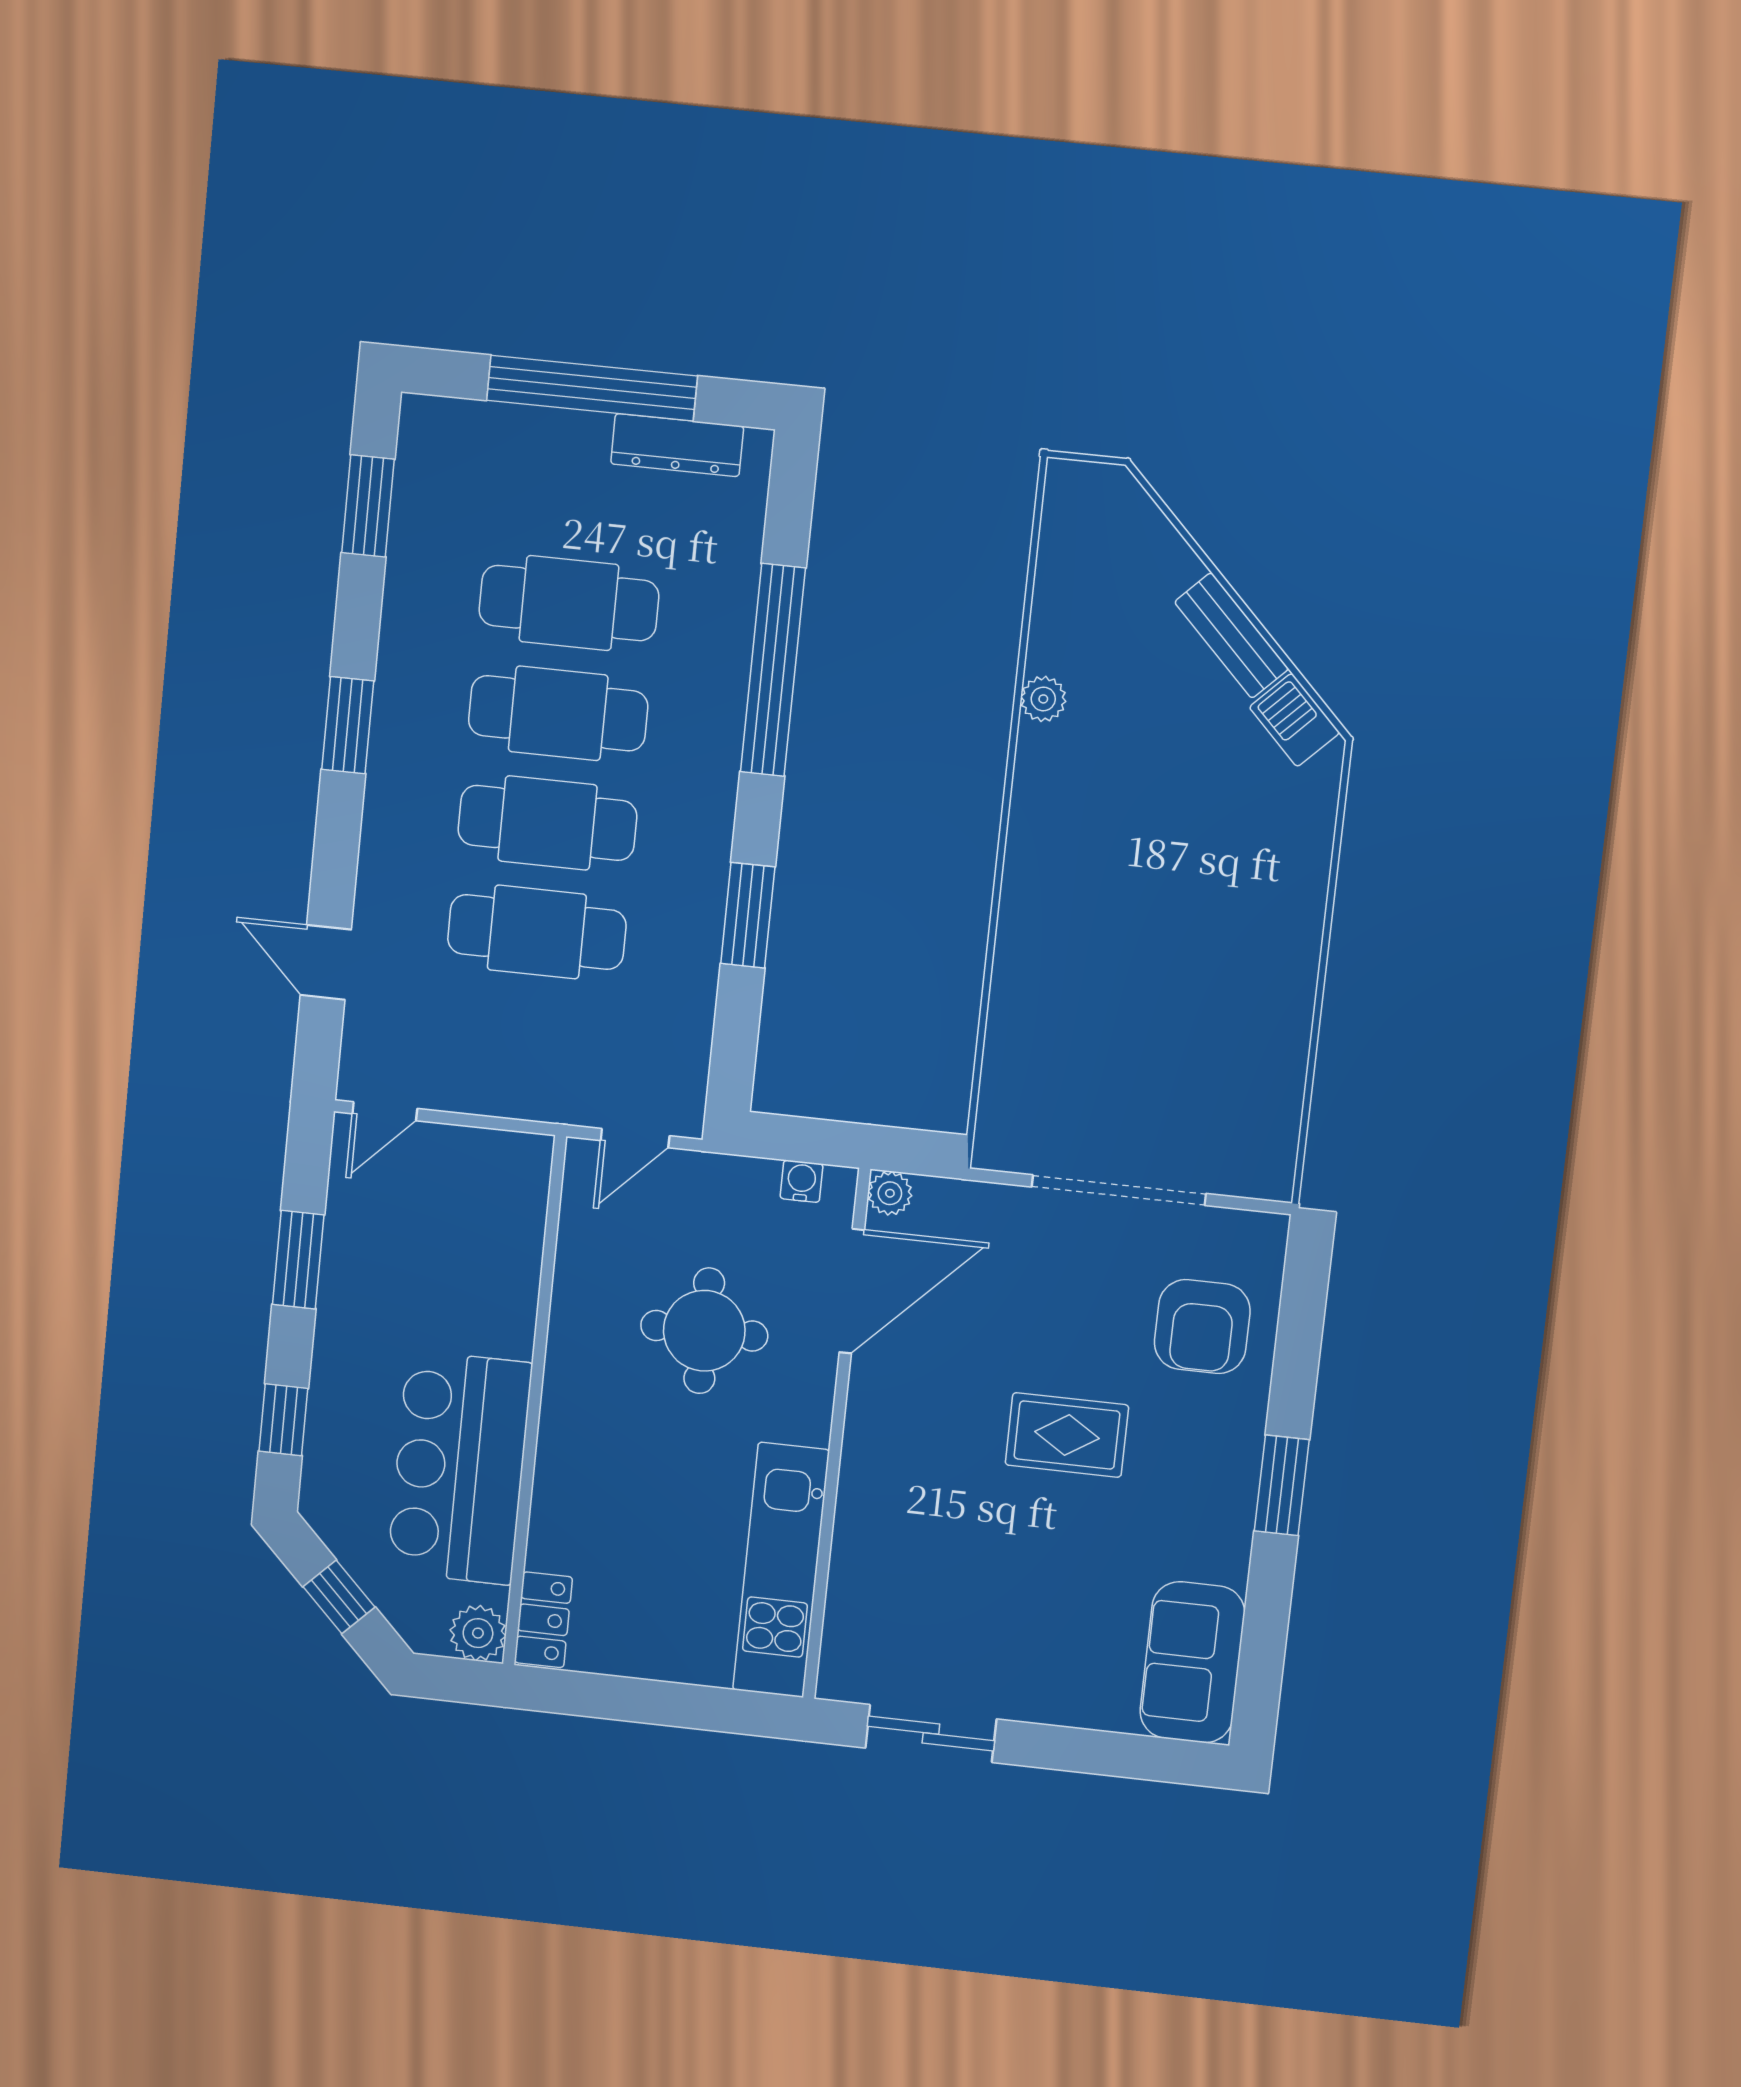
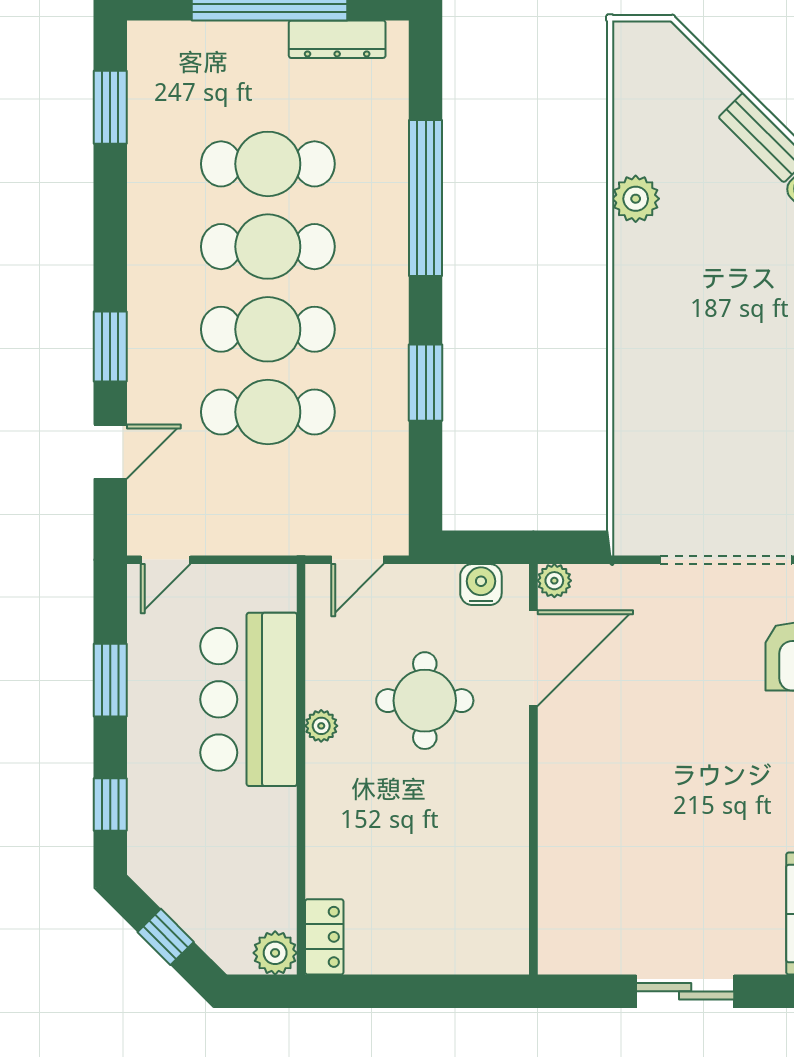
plant: (1043, 699) -> (636, 199), width x1.38, depth x1.38
window: (348, 725) -> (110, 347), moved
door: (326, 962) -> (110, 452), swing flipped
water cooler: (802, 1181) -> (481, 585), width x1.38, depth x1.38
plant: (566, 1349) -> (321, 726), added
rug: (1067, 1435) -> (708, 750), removed
bar counter: (460, 1468) -> (249, 699), moved
kitchen unit: (781, 1570) -> (502, 878), removed
sliding door: (931, 1733) -> (685, 991), moved

